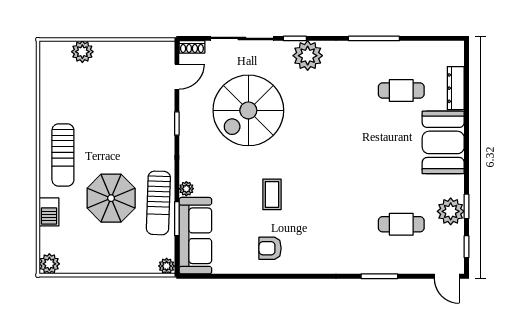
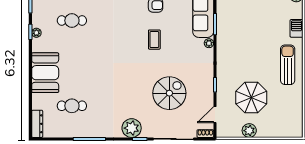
plant: (82, 52) -> (249, 131), moved
dresser: (456, 88) -> (37, 124), moved
spiral stairs: (248, 110) -> (169, 93), width x0.73, depth x0.73
parasol: (111, 198) -> (251, 97), moved
sun lounger: (158, 203) -> (227, 34), removed
plant: (451, 211) -> (36, 33), width x0.53, depth x0.53

